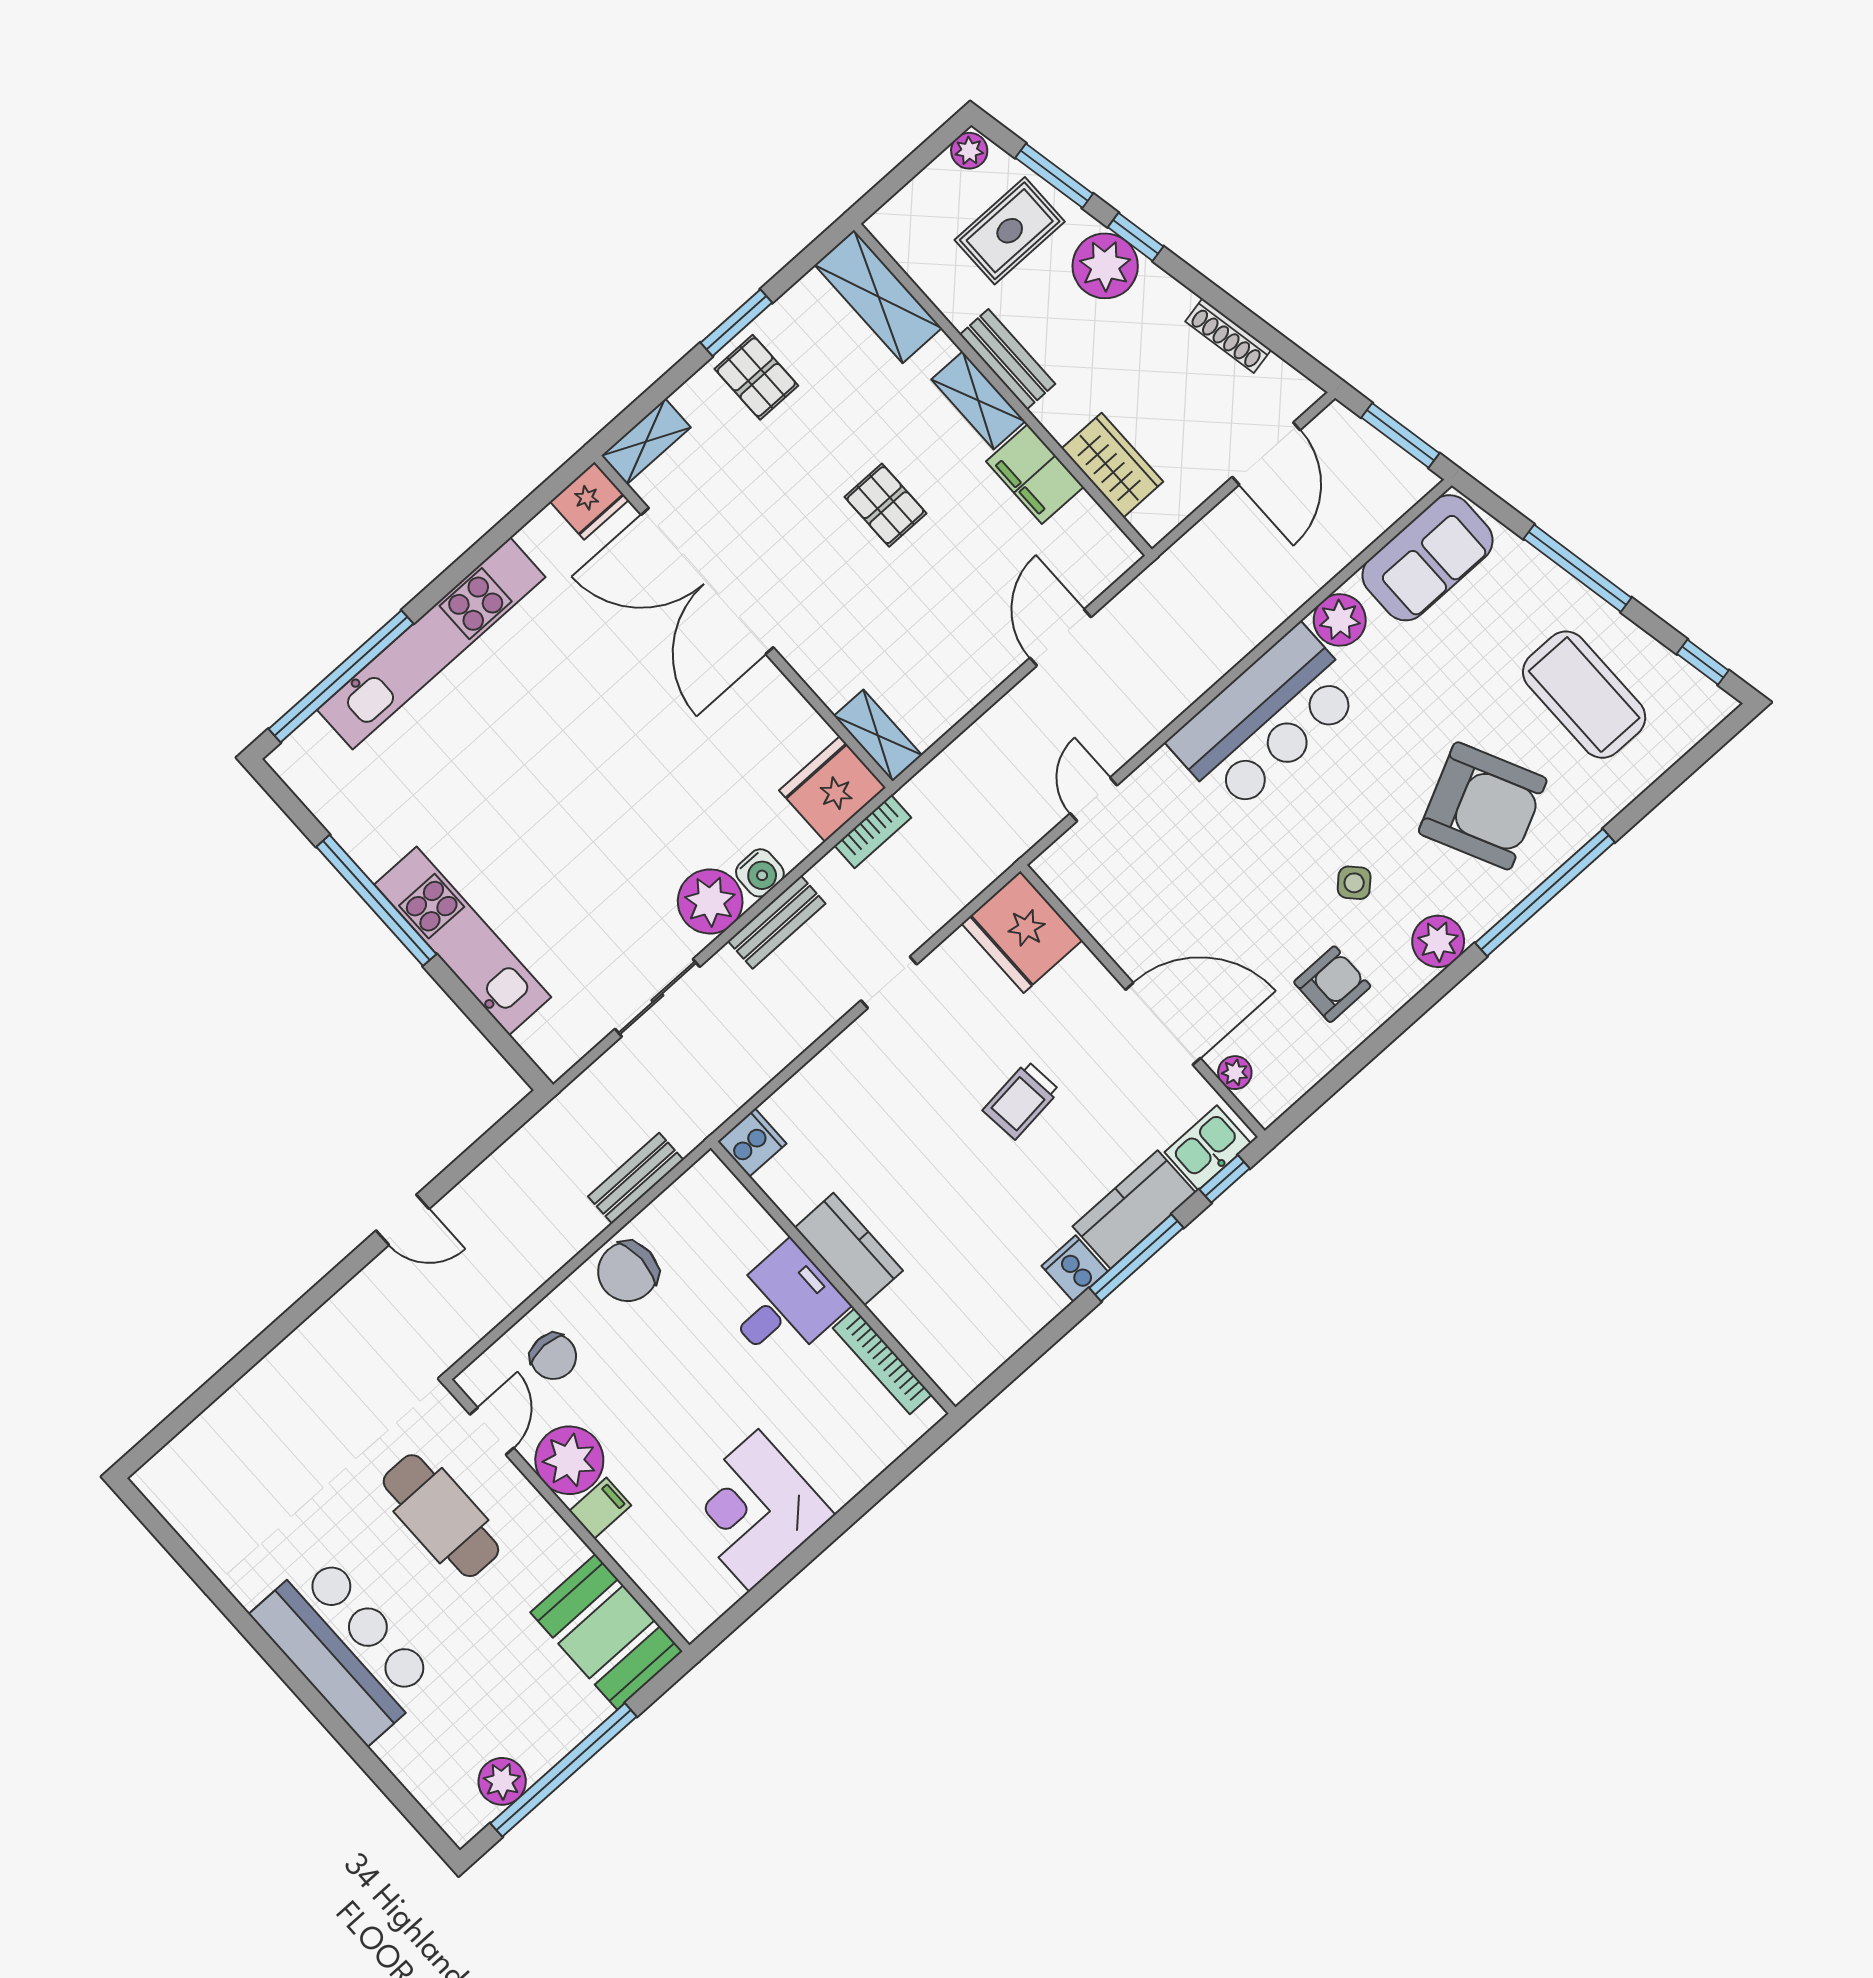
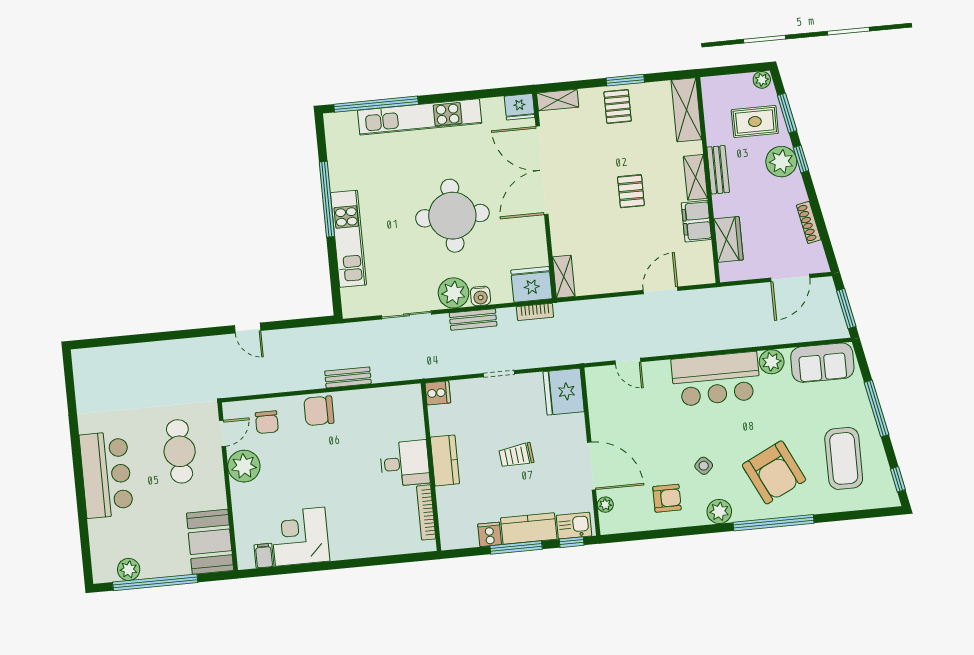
round table: (611, 771) -> (452, 216), added
door: (1094, 799) -> (628, 361), swing flipped
cooker: (752, 1143) -> (438, 393), moved
kitchen counter: (849, 1249) -> (445, 460), moved
wall: (833, 1278) -> (431, 467), moved
desk: (784, 1304) -> (405, 463), moved
bookcase: (882, 1361) -> (426, 512), moved
filing cabinet: (600, 1508) -> (264, 556), moved, turned -90

